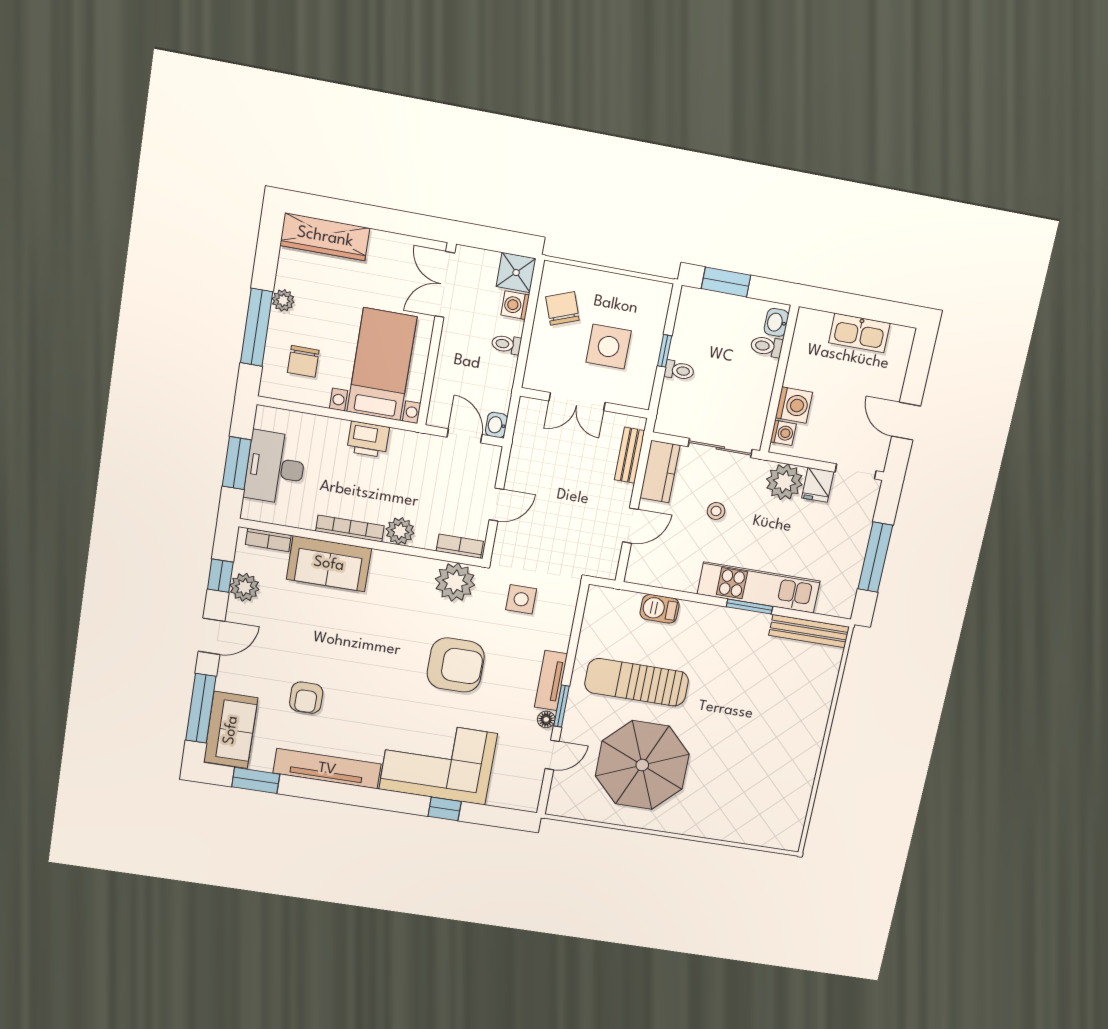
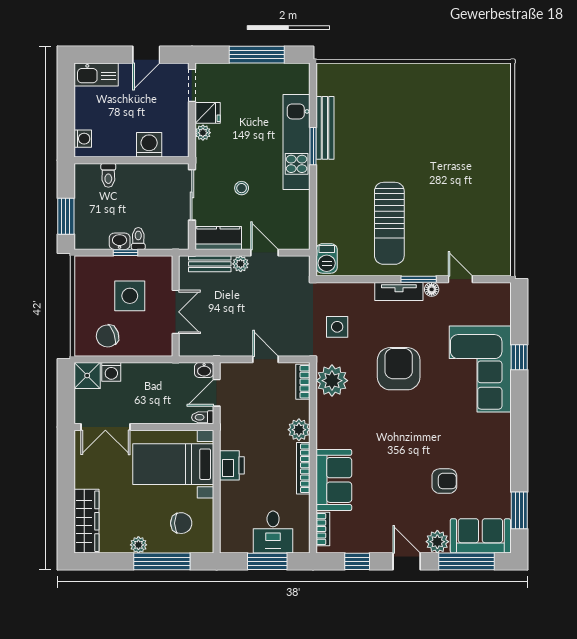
washbasin: (776, 322) -> (120, 241), moved, turned 180
kitchen sink: (859, 333) -> (96, 74), moved, turned 90
toilet: (506, 344) -> (203, 417), moved, turned 90
washing machine: (783, 433) -> (83, 139), moved, turned 90
desk: (275, 468) -> (273, 532), width x0.73
plant: (784, 482) -> (203, 133), width x0.53, depth x0.53
plant: (622, 494) -> (241, 264), added
plant: (244, 587) -> (437, 542), moved
barbecue: (660, 609) -> (327, 258), moved
bench: (809, 631) -> (325, 128), moved
parasol: (642, 765) -> (457, 205), removed
tv unit: (327, 769) -> (500, 456), removed

